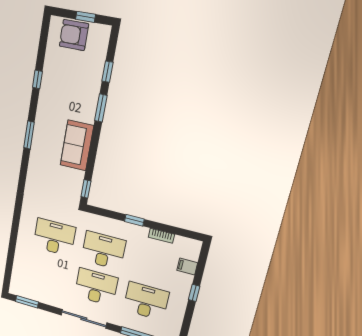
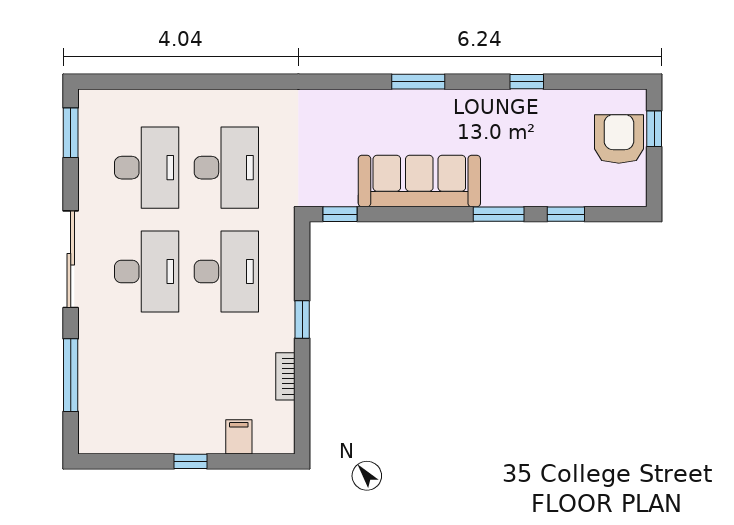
window: (86, 17) -> (654, 129), moved
sofa: (77, 145) -> (419, 181), width x1.36
desk: (146, 301) -> (147, 168), moved

